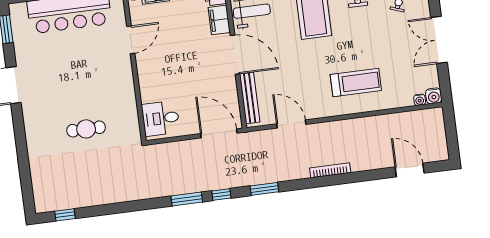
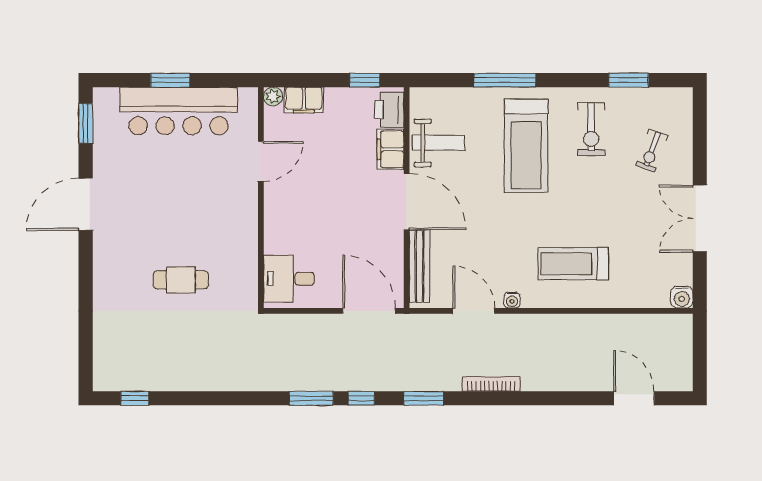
treadmill: (356, 83) -> (573, 264), turned 180
water cooler: (420, 100) -> (512, 300), moved
bookcase: (330, 170) -> (491, 384), moved

